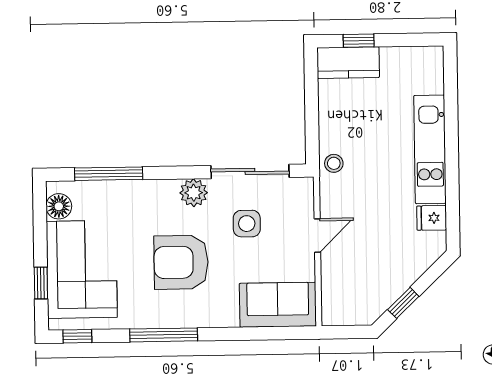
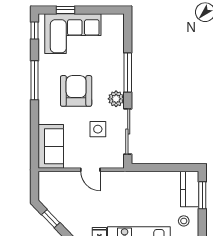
window: (359, 41) -> (202, 195), width x1.50
stool: (334, 163) -> (184, 221), moved
window: (109, 174) -> (128, 73), moved
floor lamp: (59, 206) -> (109, 21), removed

